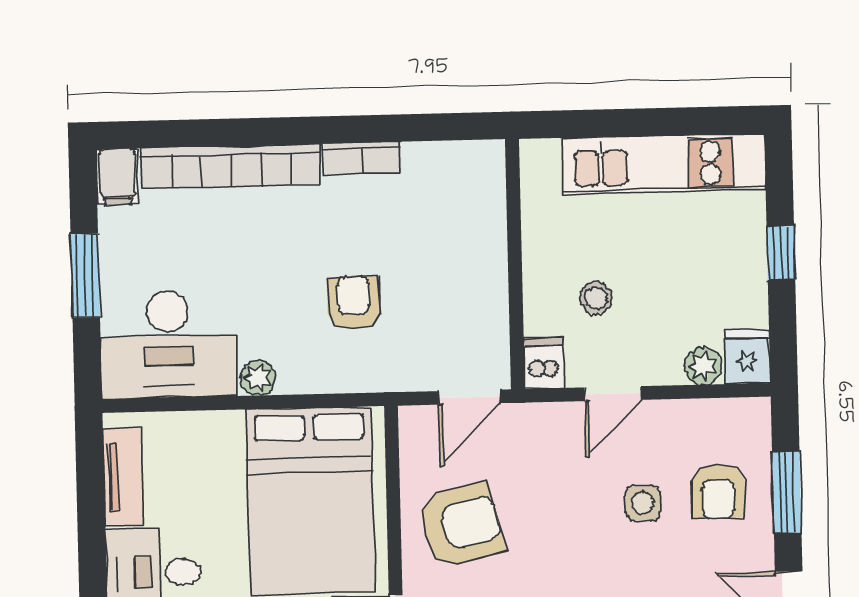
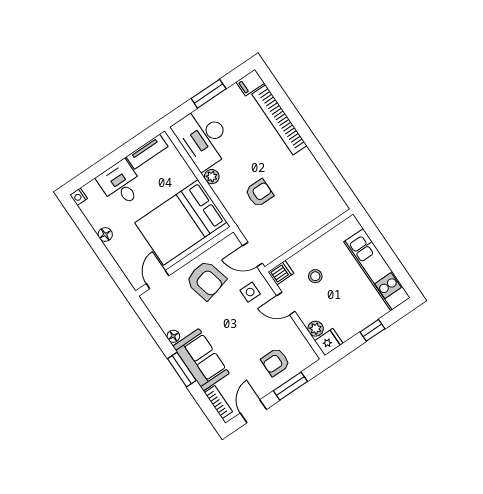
bookcase: (362, 158) -> (312, 164), removed
side table: (643, 503) -> (250, 292), moved

